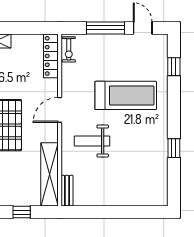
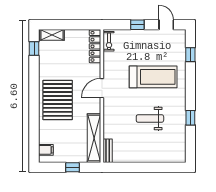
window: (105, 28) -> (137, 25), width x0.46
weight bench: (92, 141) -> (150, 118), moved

